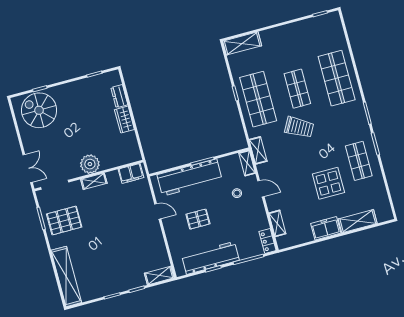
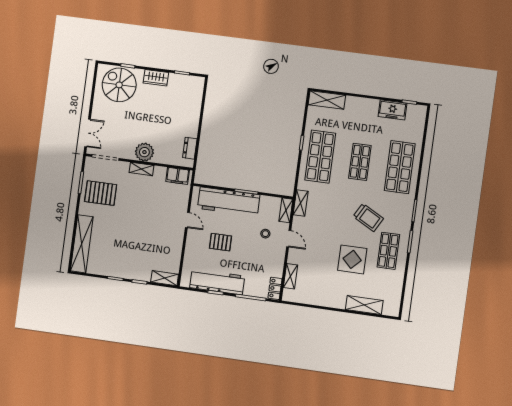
dresser: (119, 96) -> (190, 148), moved
wardrobe: (124, 120) -> (156, 78), moved, turned -90
trolley: (299, 127) -> (368, 217), moved
freezer: (326, 228) -> (392, 110), moved, turned 180

